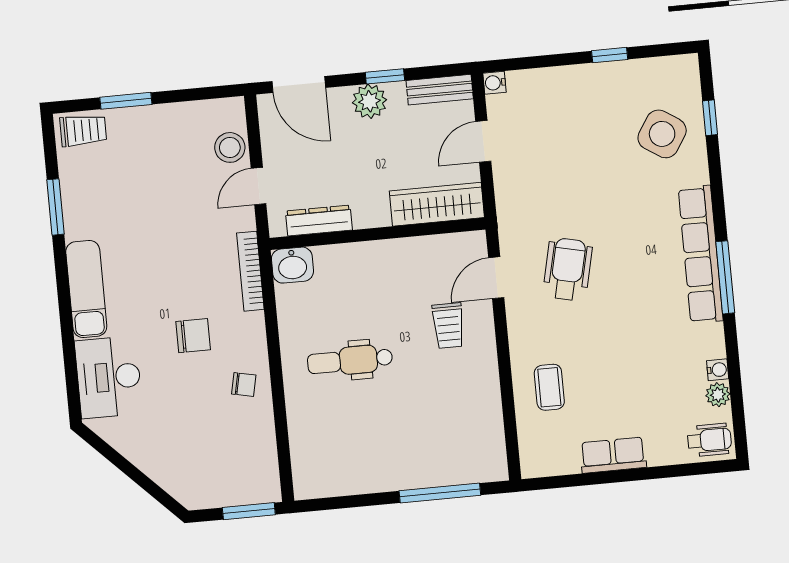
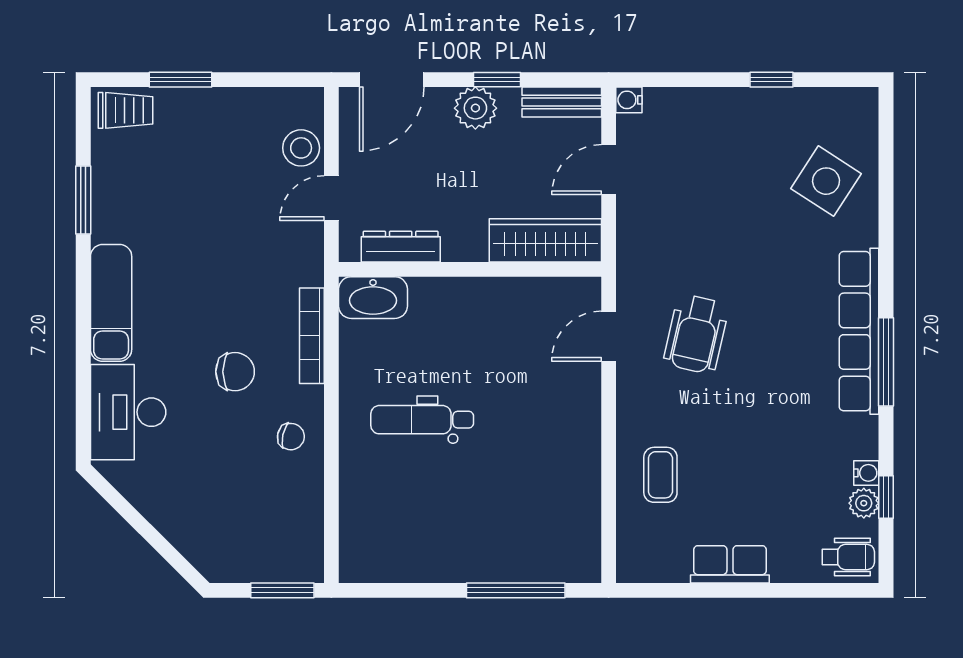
door: (299, 84) -> (392, 80), hinge flipped
window: (710, 118) -> (886, 497), moved
washbasin: (292, 265) -> (373, 298), width x1.38
wheelchair: (568, 269) -> (696, 334), turned 180
bookcase: (250, 271) -> (312, 336), moved
trolley: (448, 326) -> (545, 389), removed

